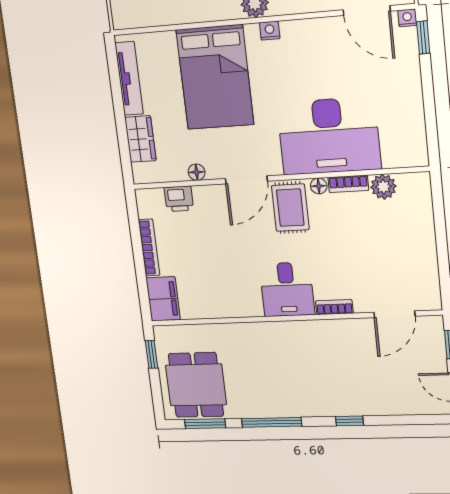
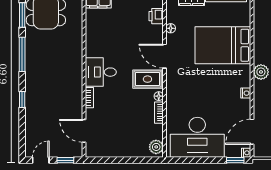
nightstand: (270, 31) -> (246, 93), moved
desk: (329, 136) -> (197, 137), moved, turned -90
plant: (383, 187) -> (156, 147), moved

